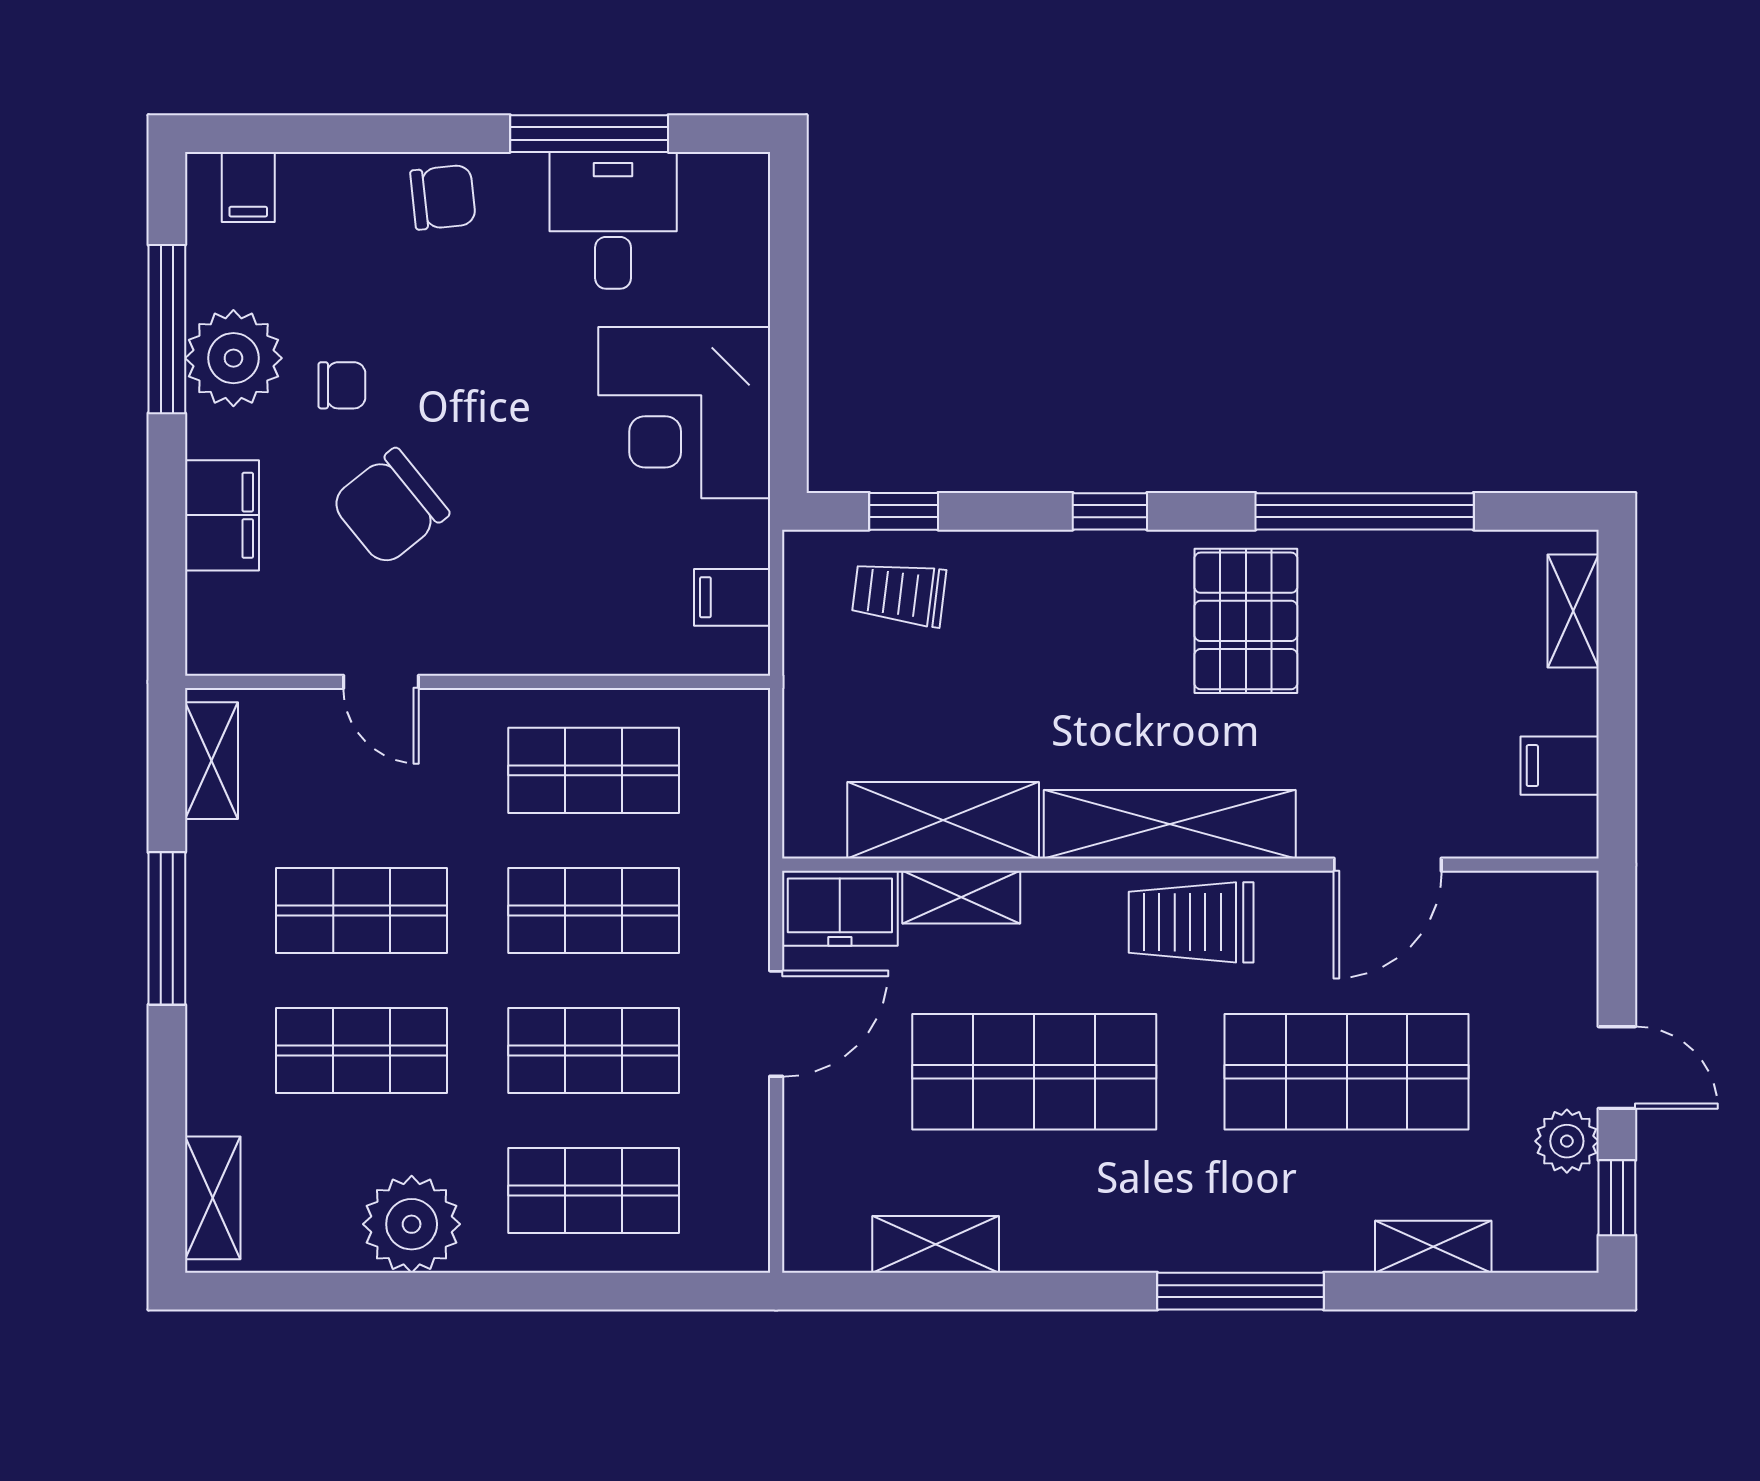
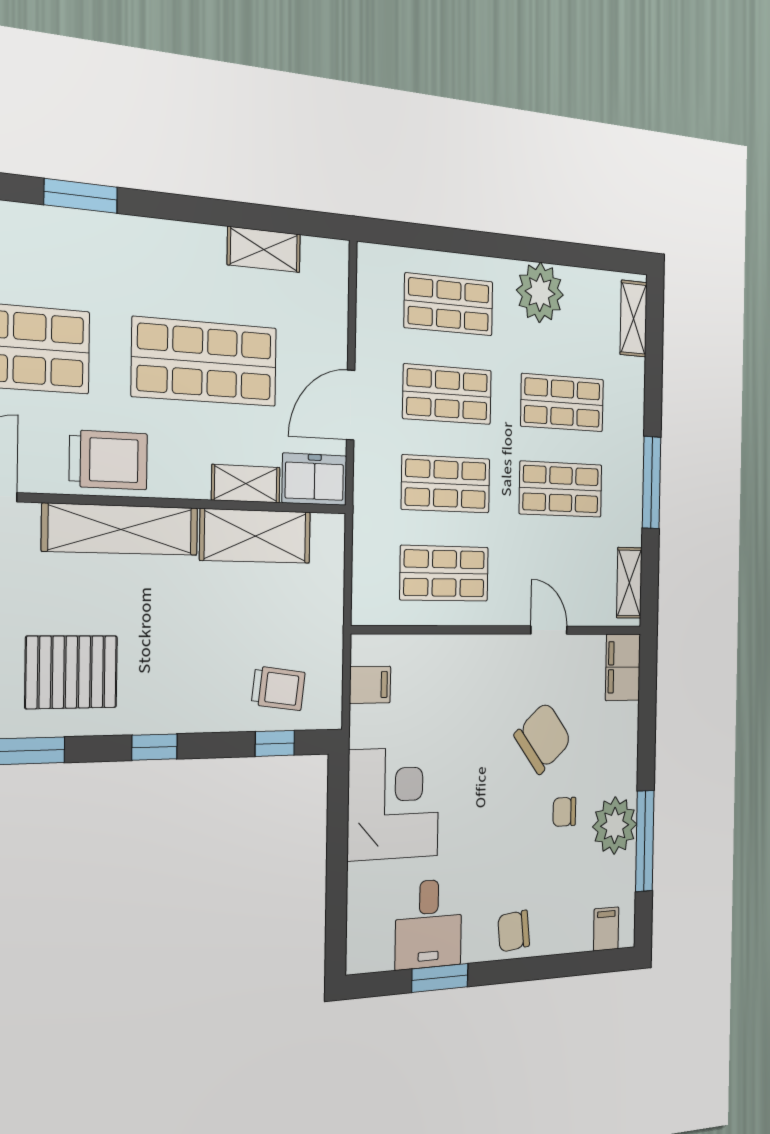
window: (589, 134) -> (440, 978), width x0.69
filing cabinet: (222, 515) -> (623, 667), moved
pallet: (1246, 621) -> (71, 672), turned 90
window: (1241, 1291) -> (81, 196), width x0.69

